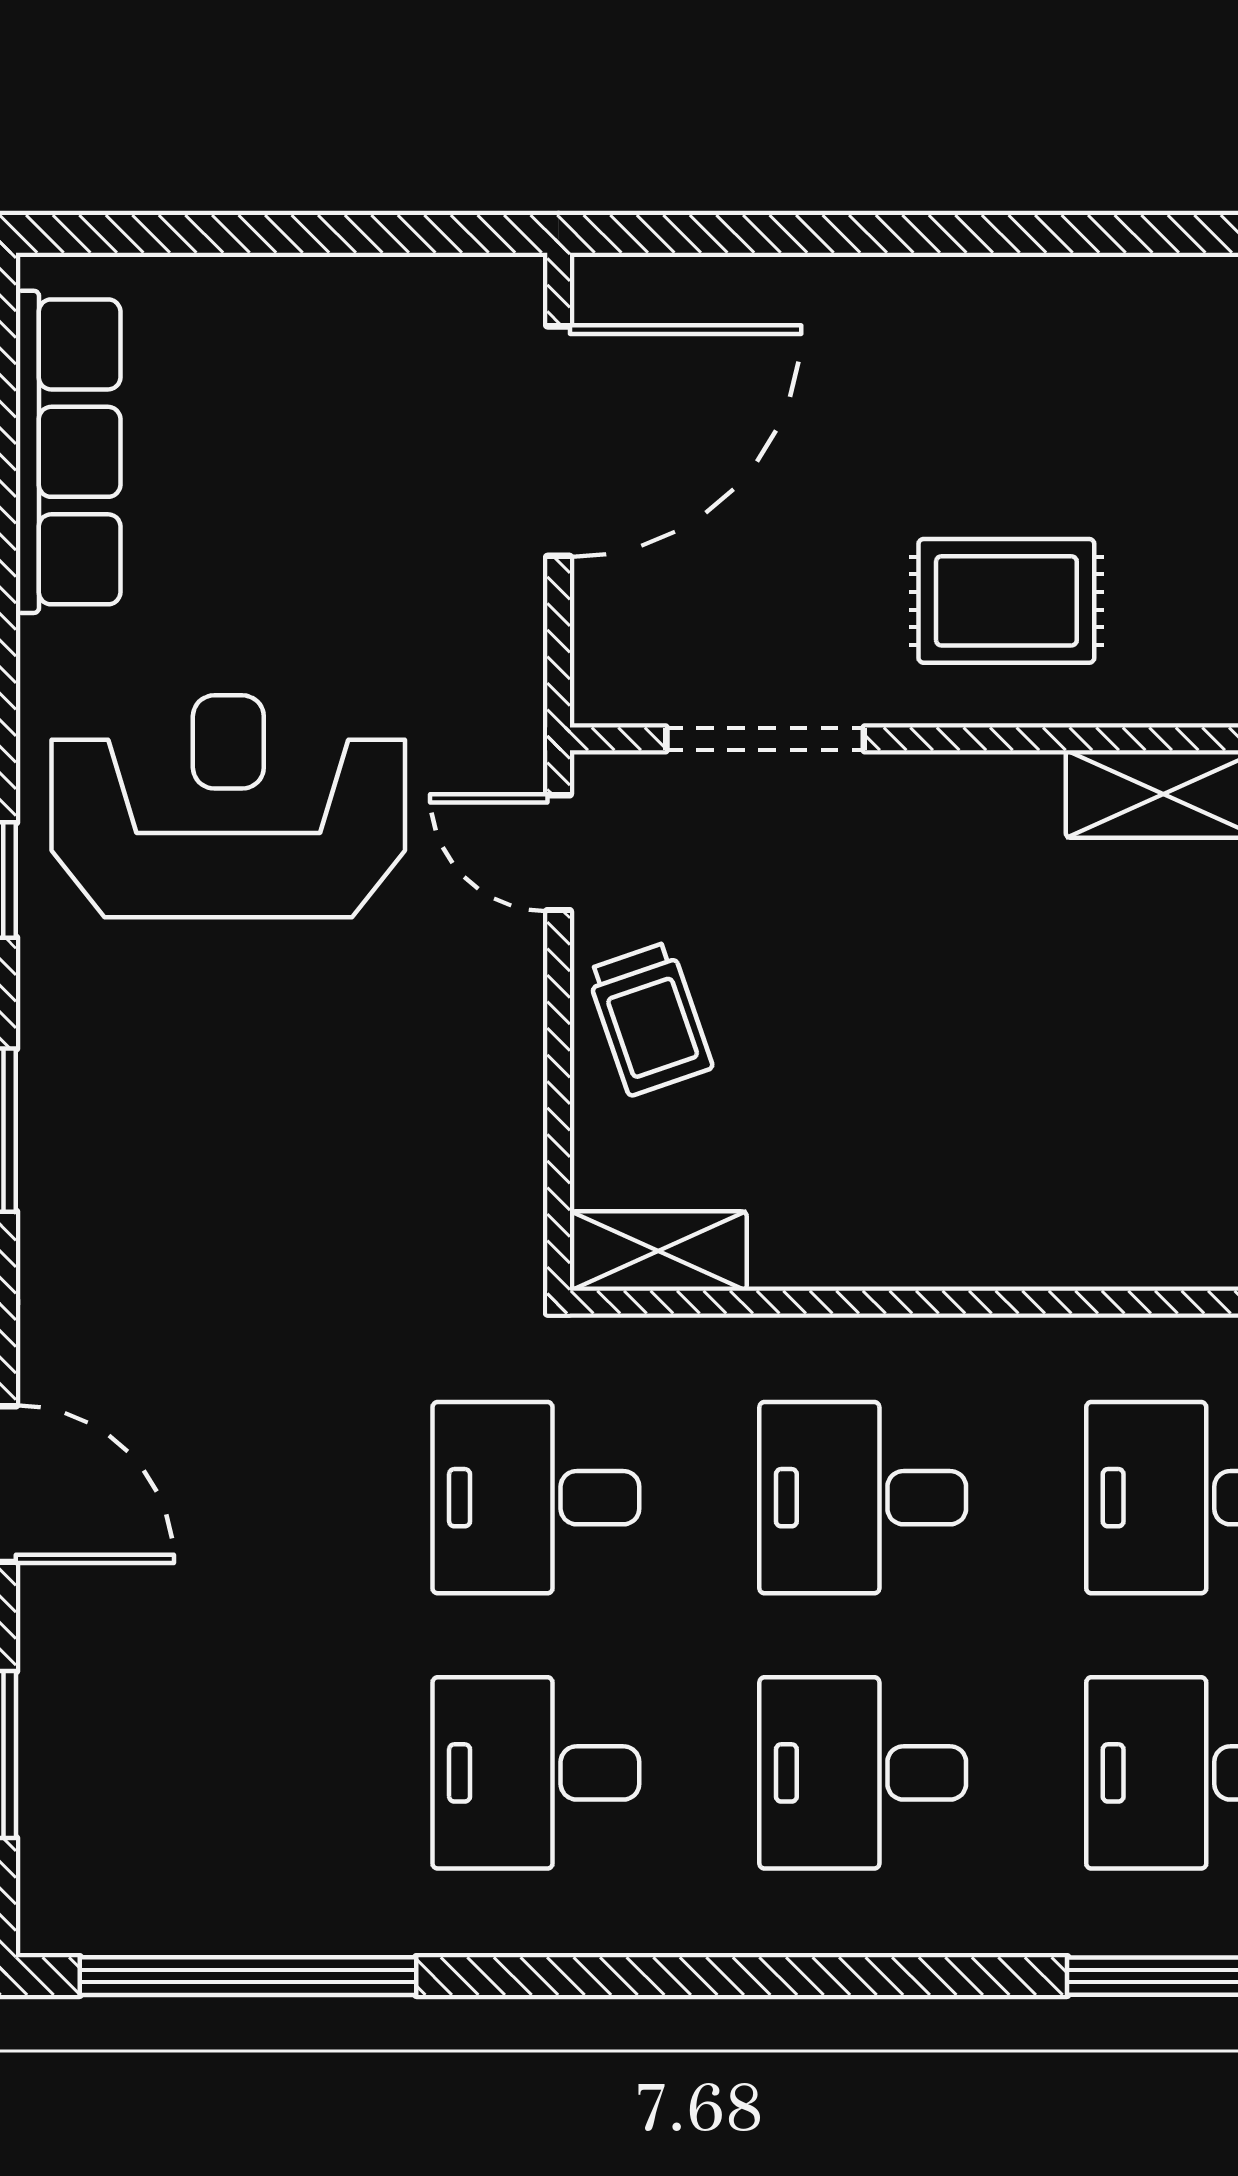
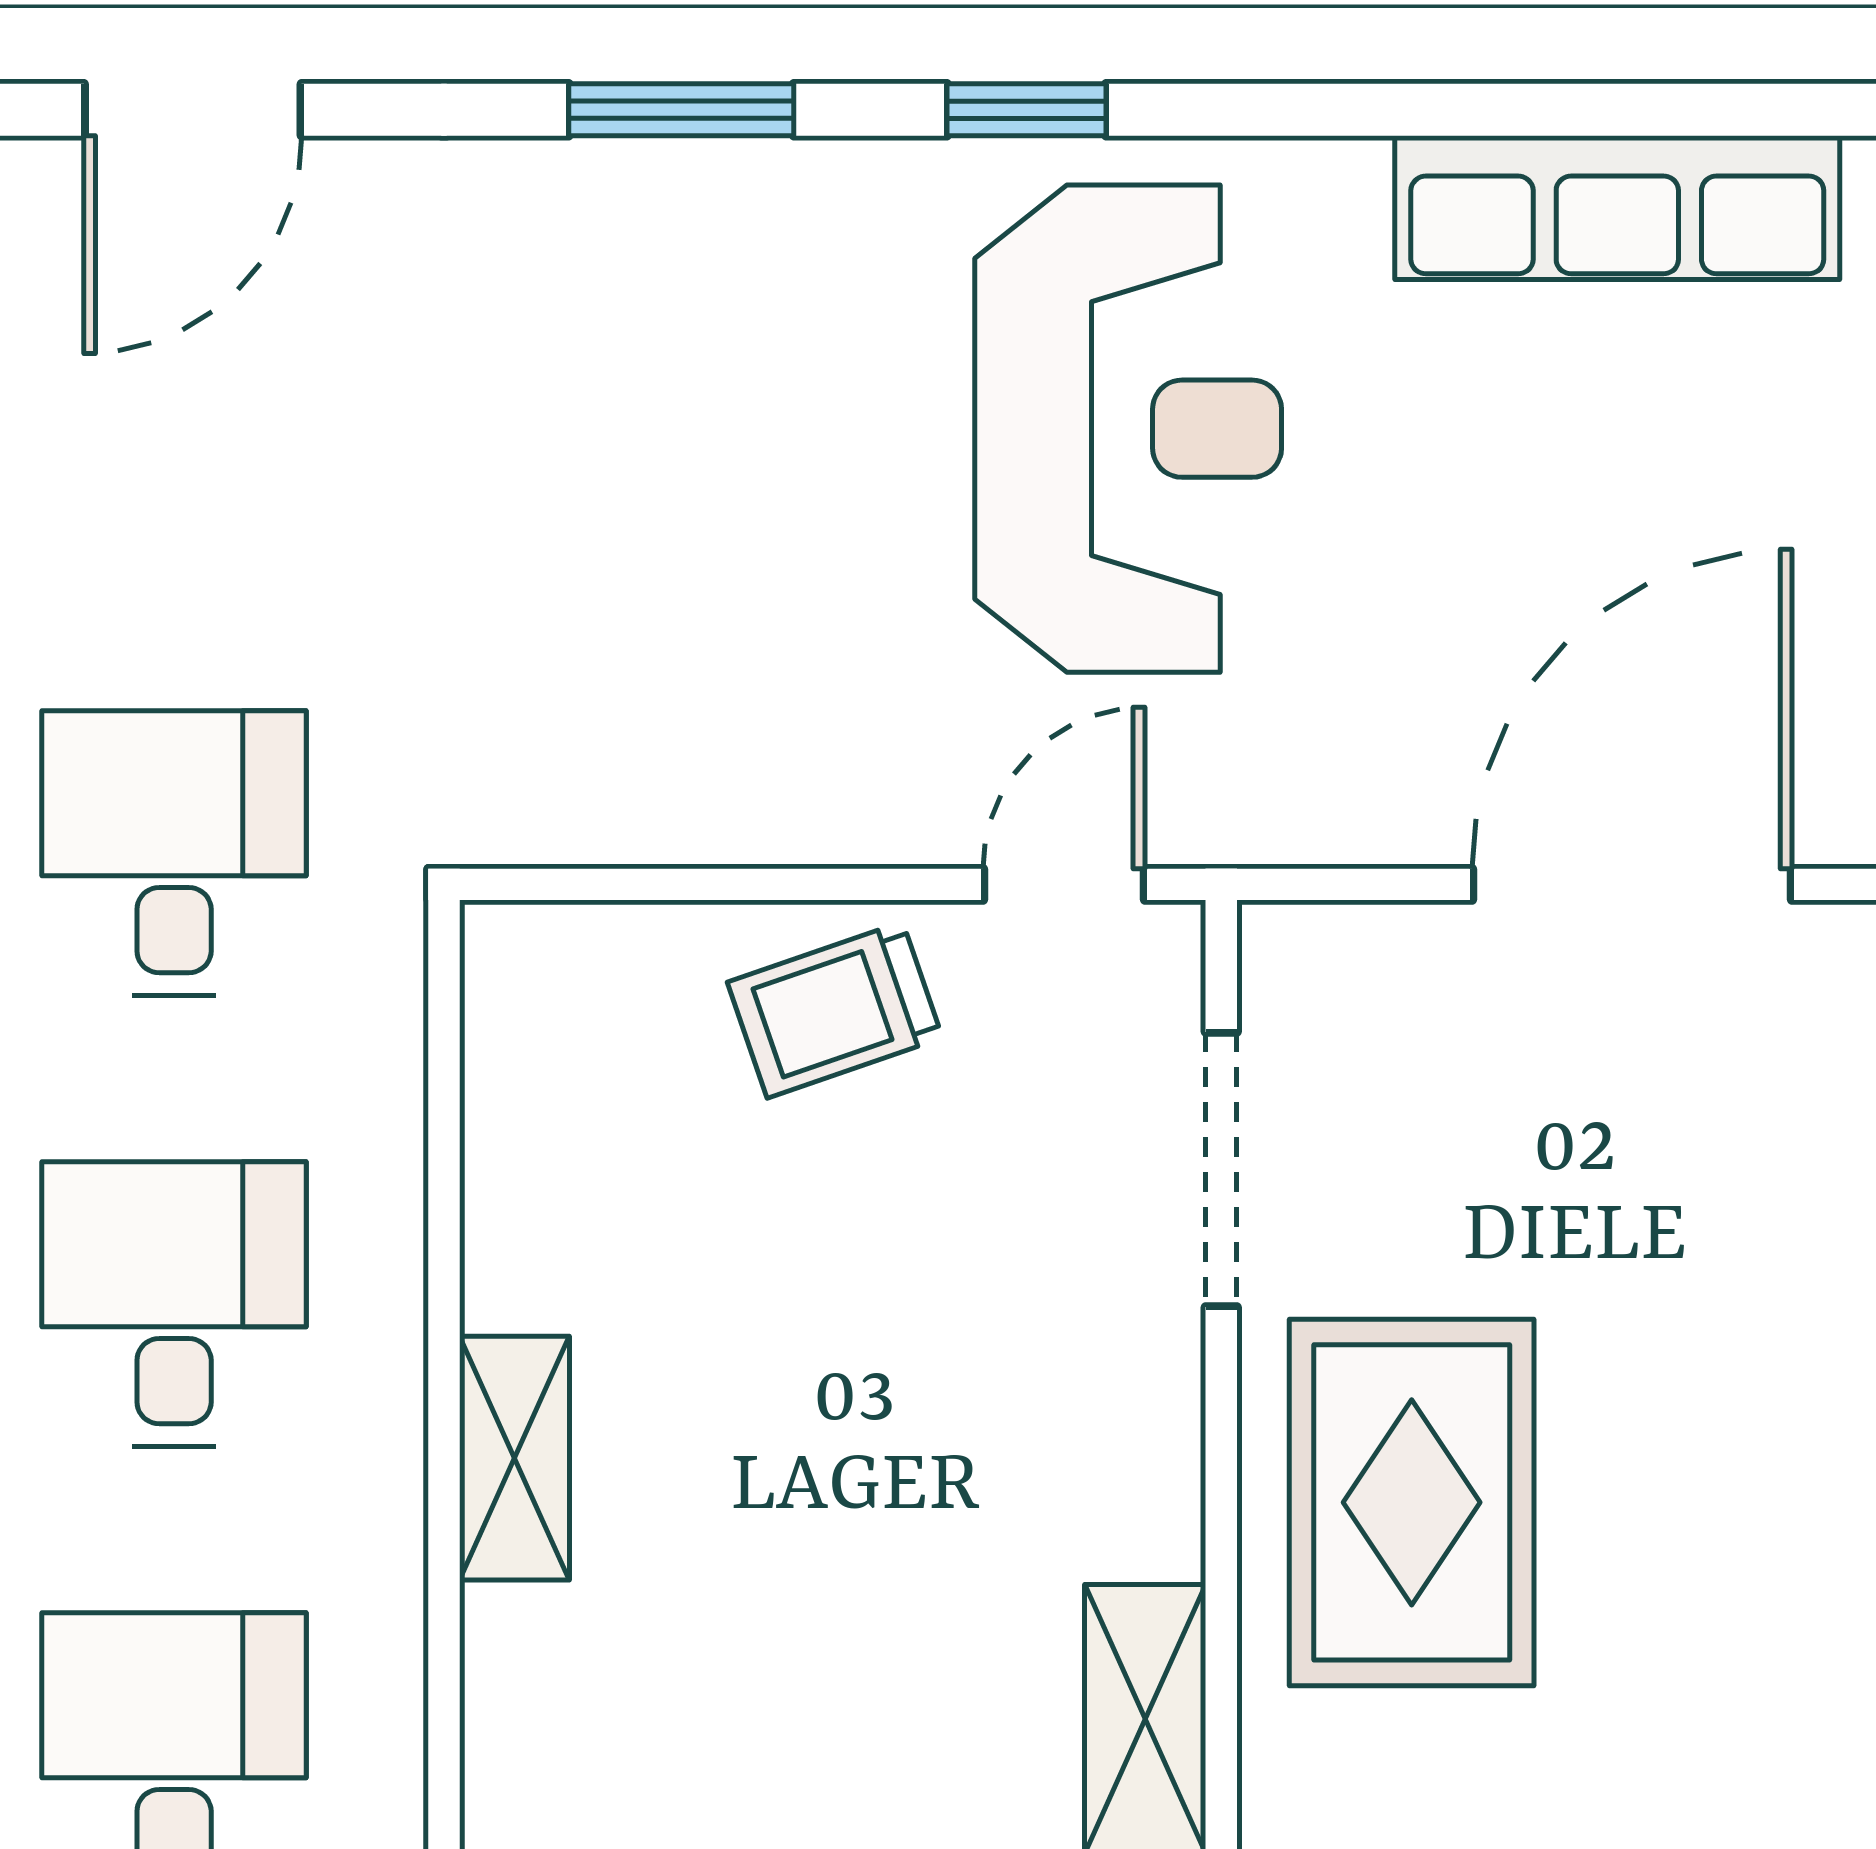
door: (559, 441) -> (1632, 884), swing flipped
rug: (1006, 601) -> (1412, 1502), width x1.36, depth x1.43
shelving: (658, 1251) -> (514, 1458), moved

